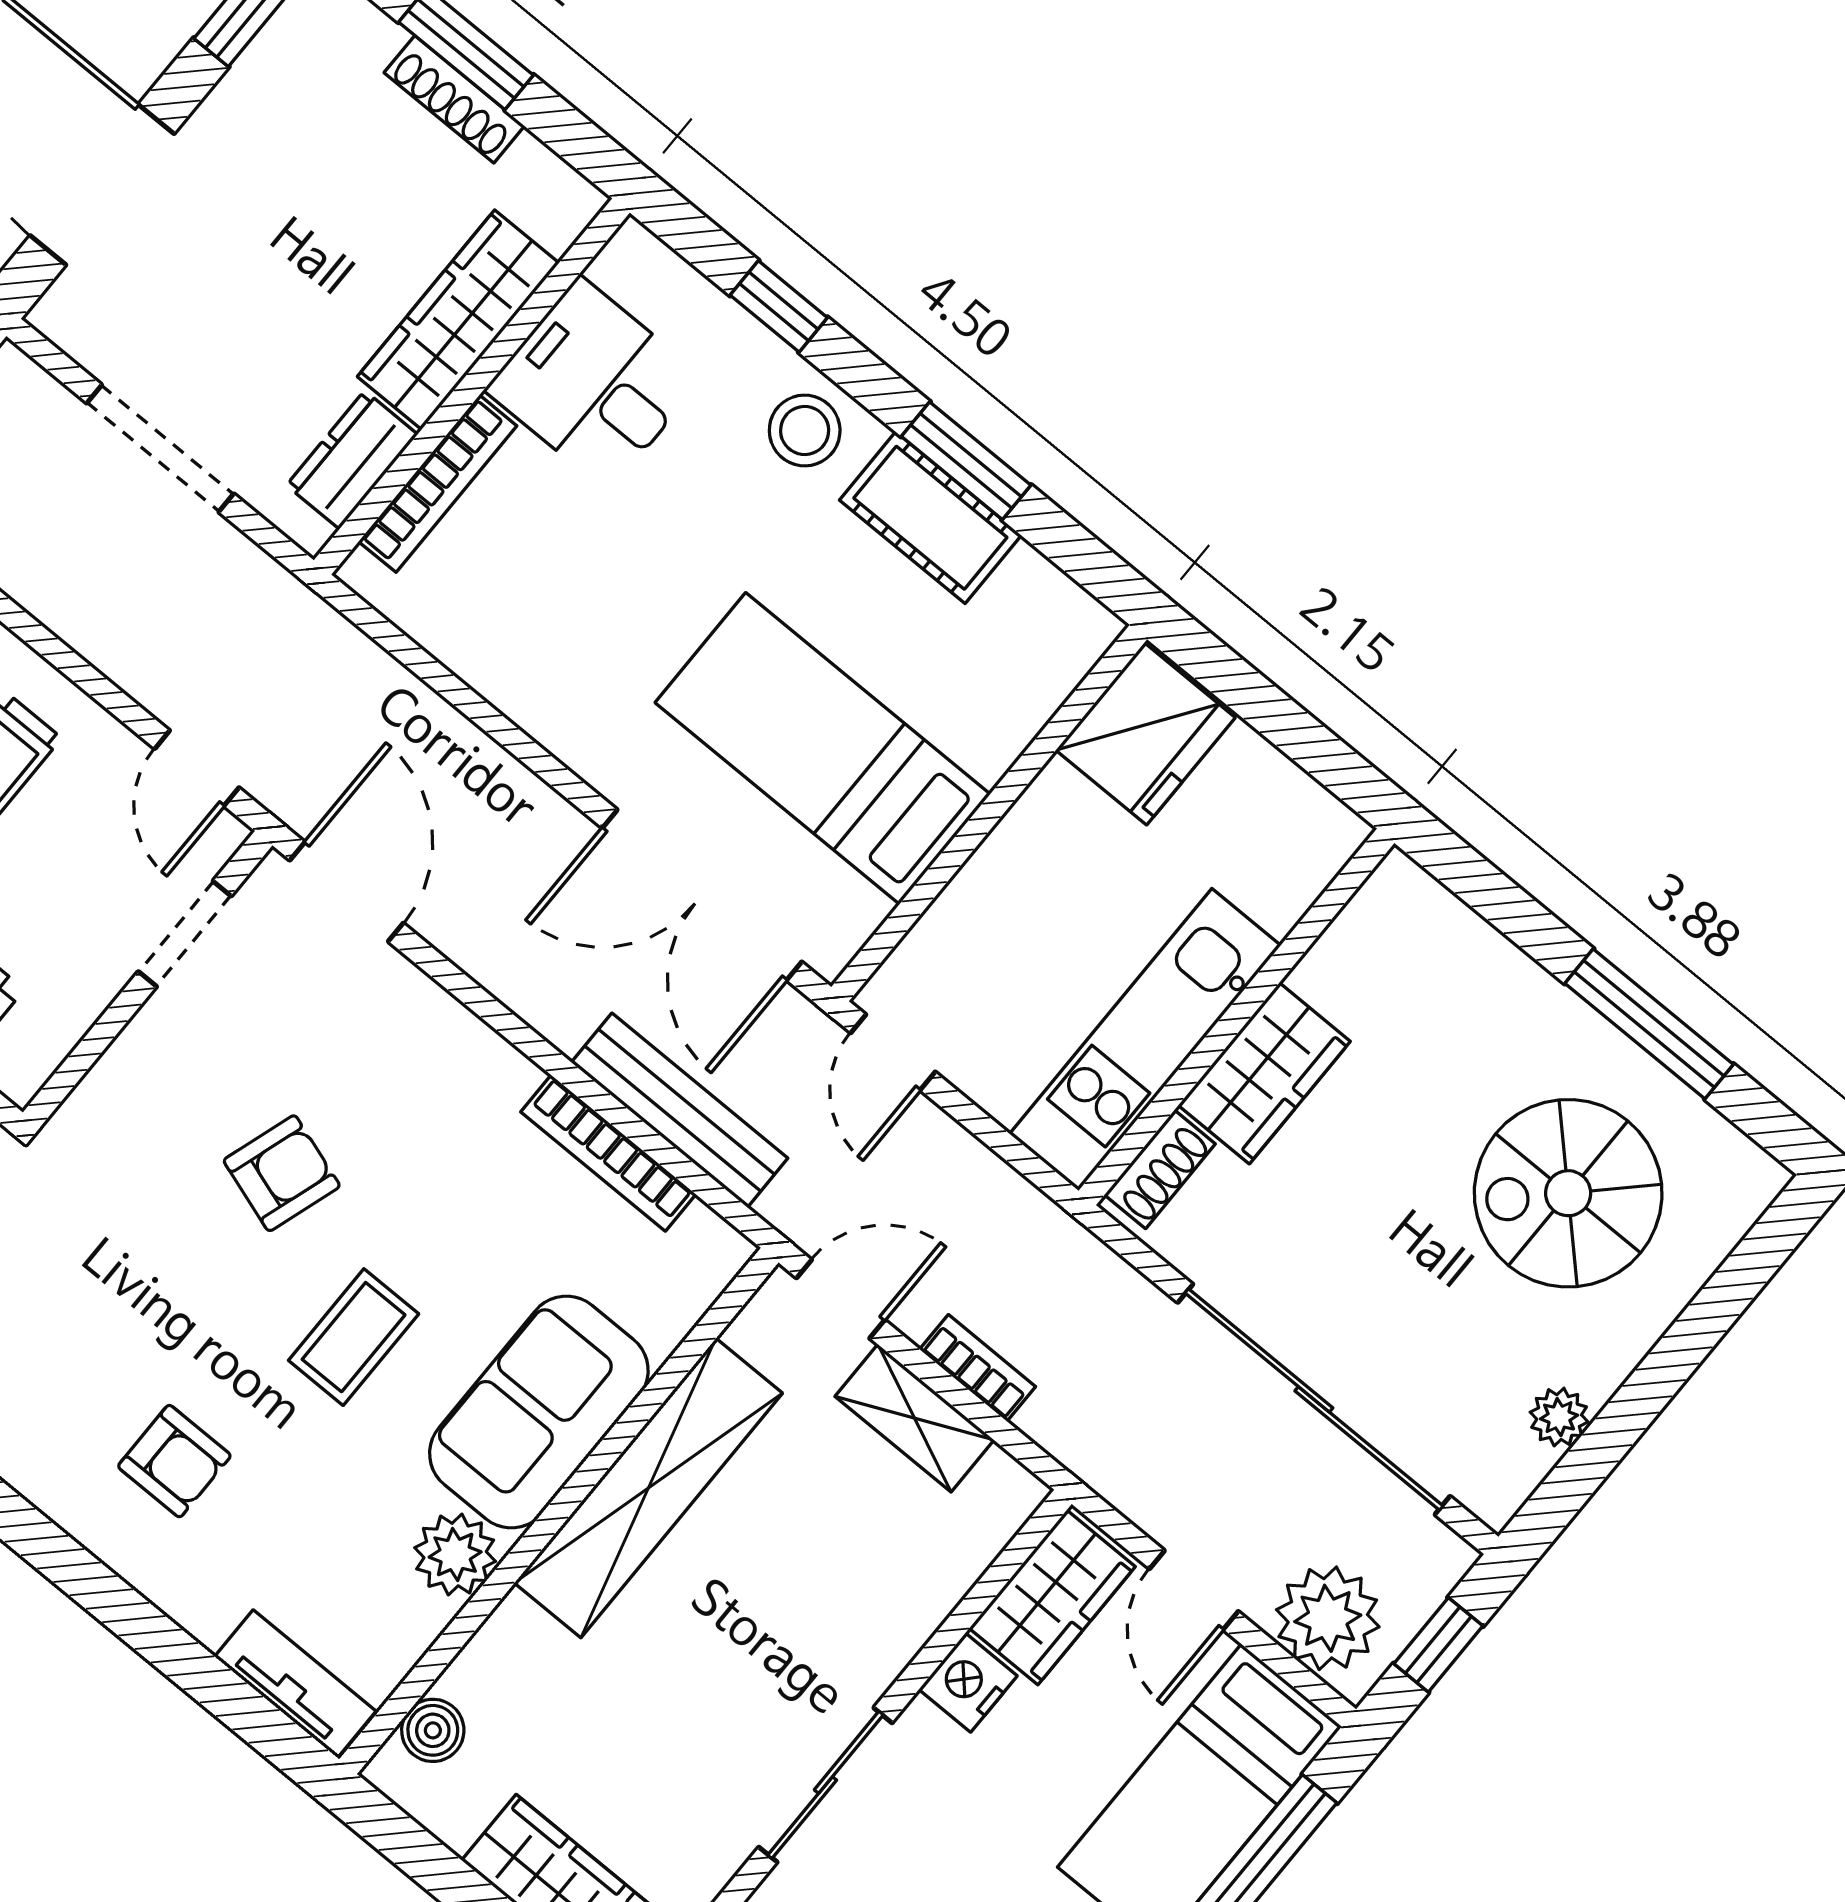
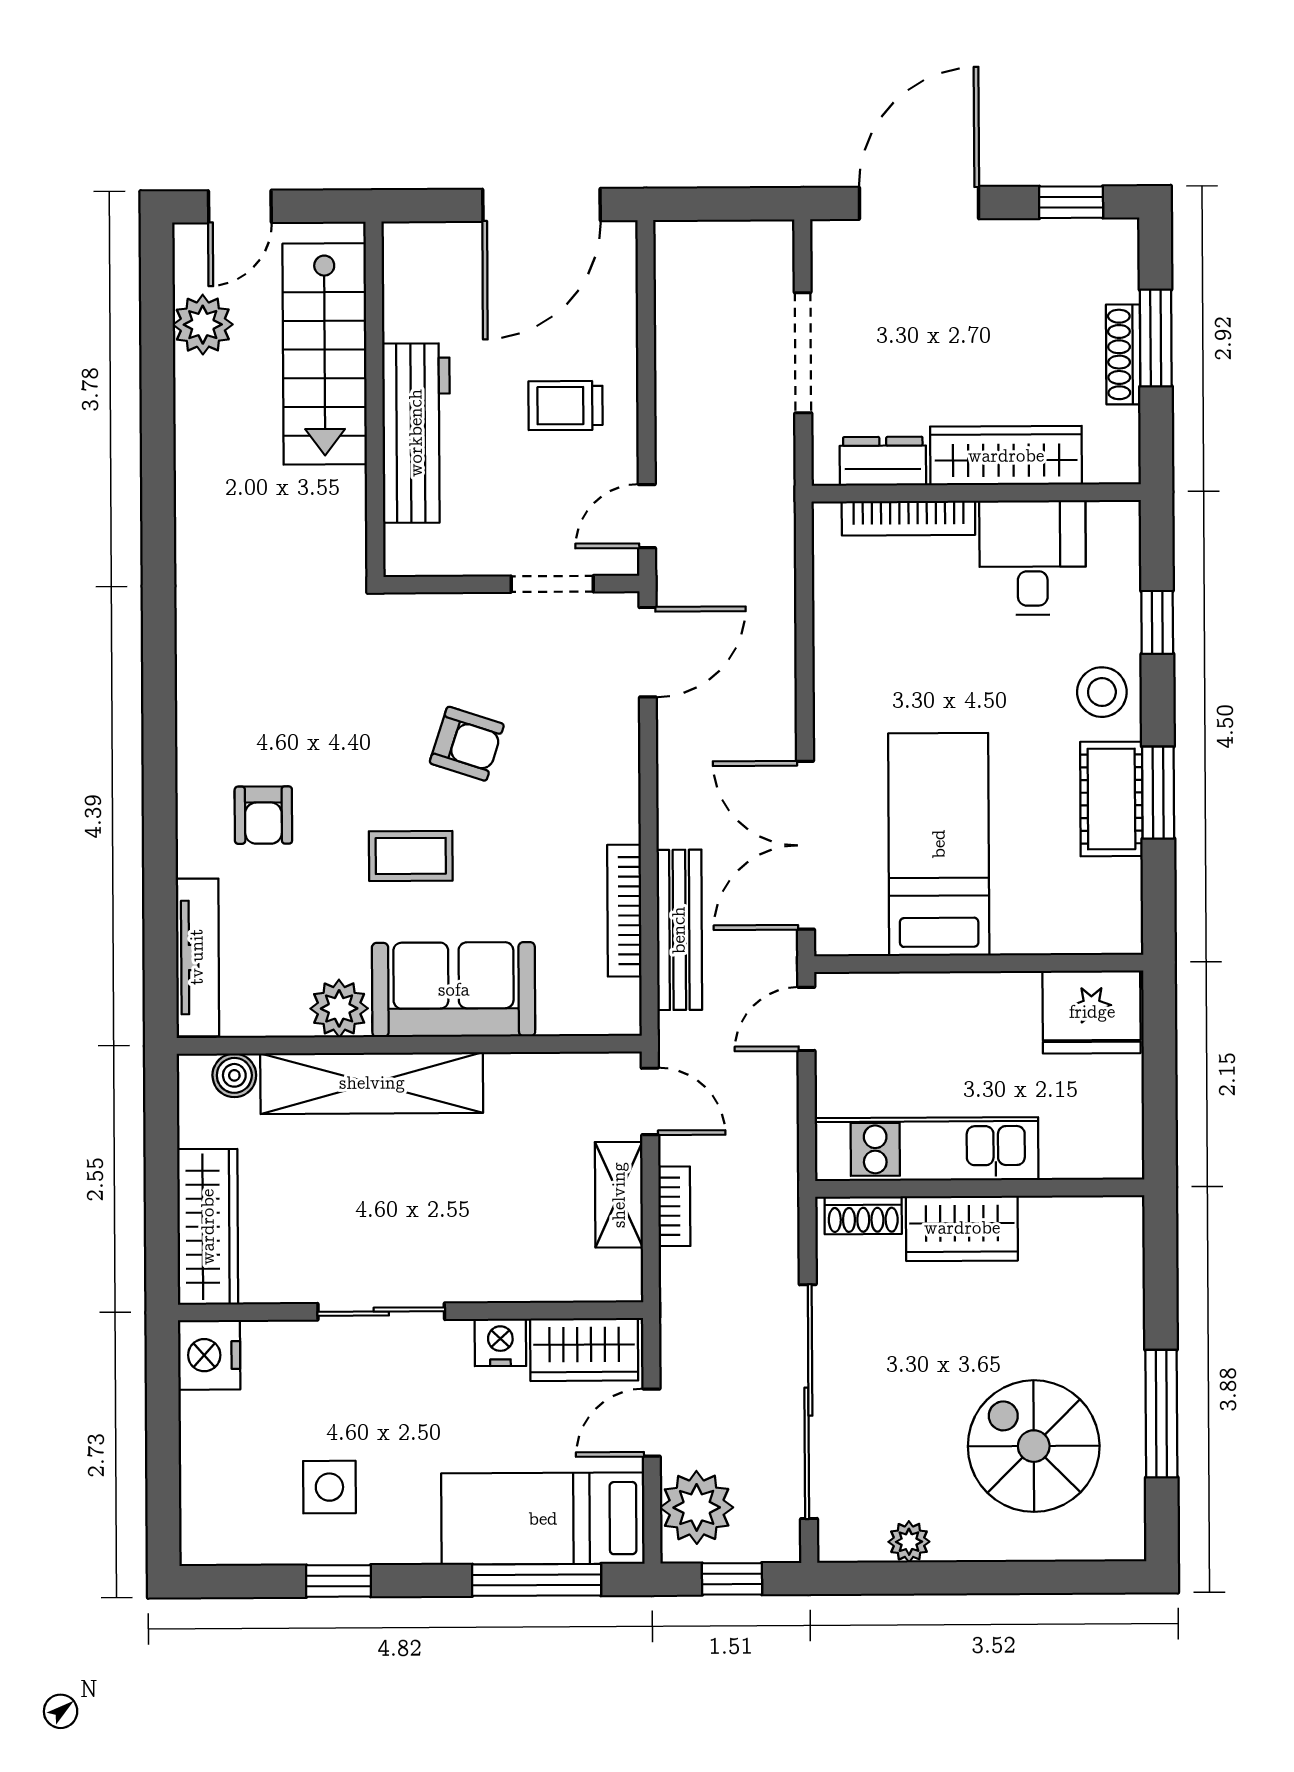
shelving: (648, 1488) -> (372, 1083), moved
tv unit: (295, 1684) -> (197, 957), width x1.41

